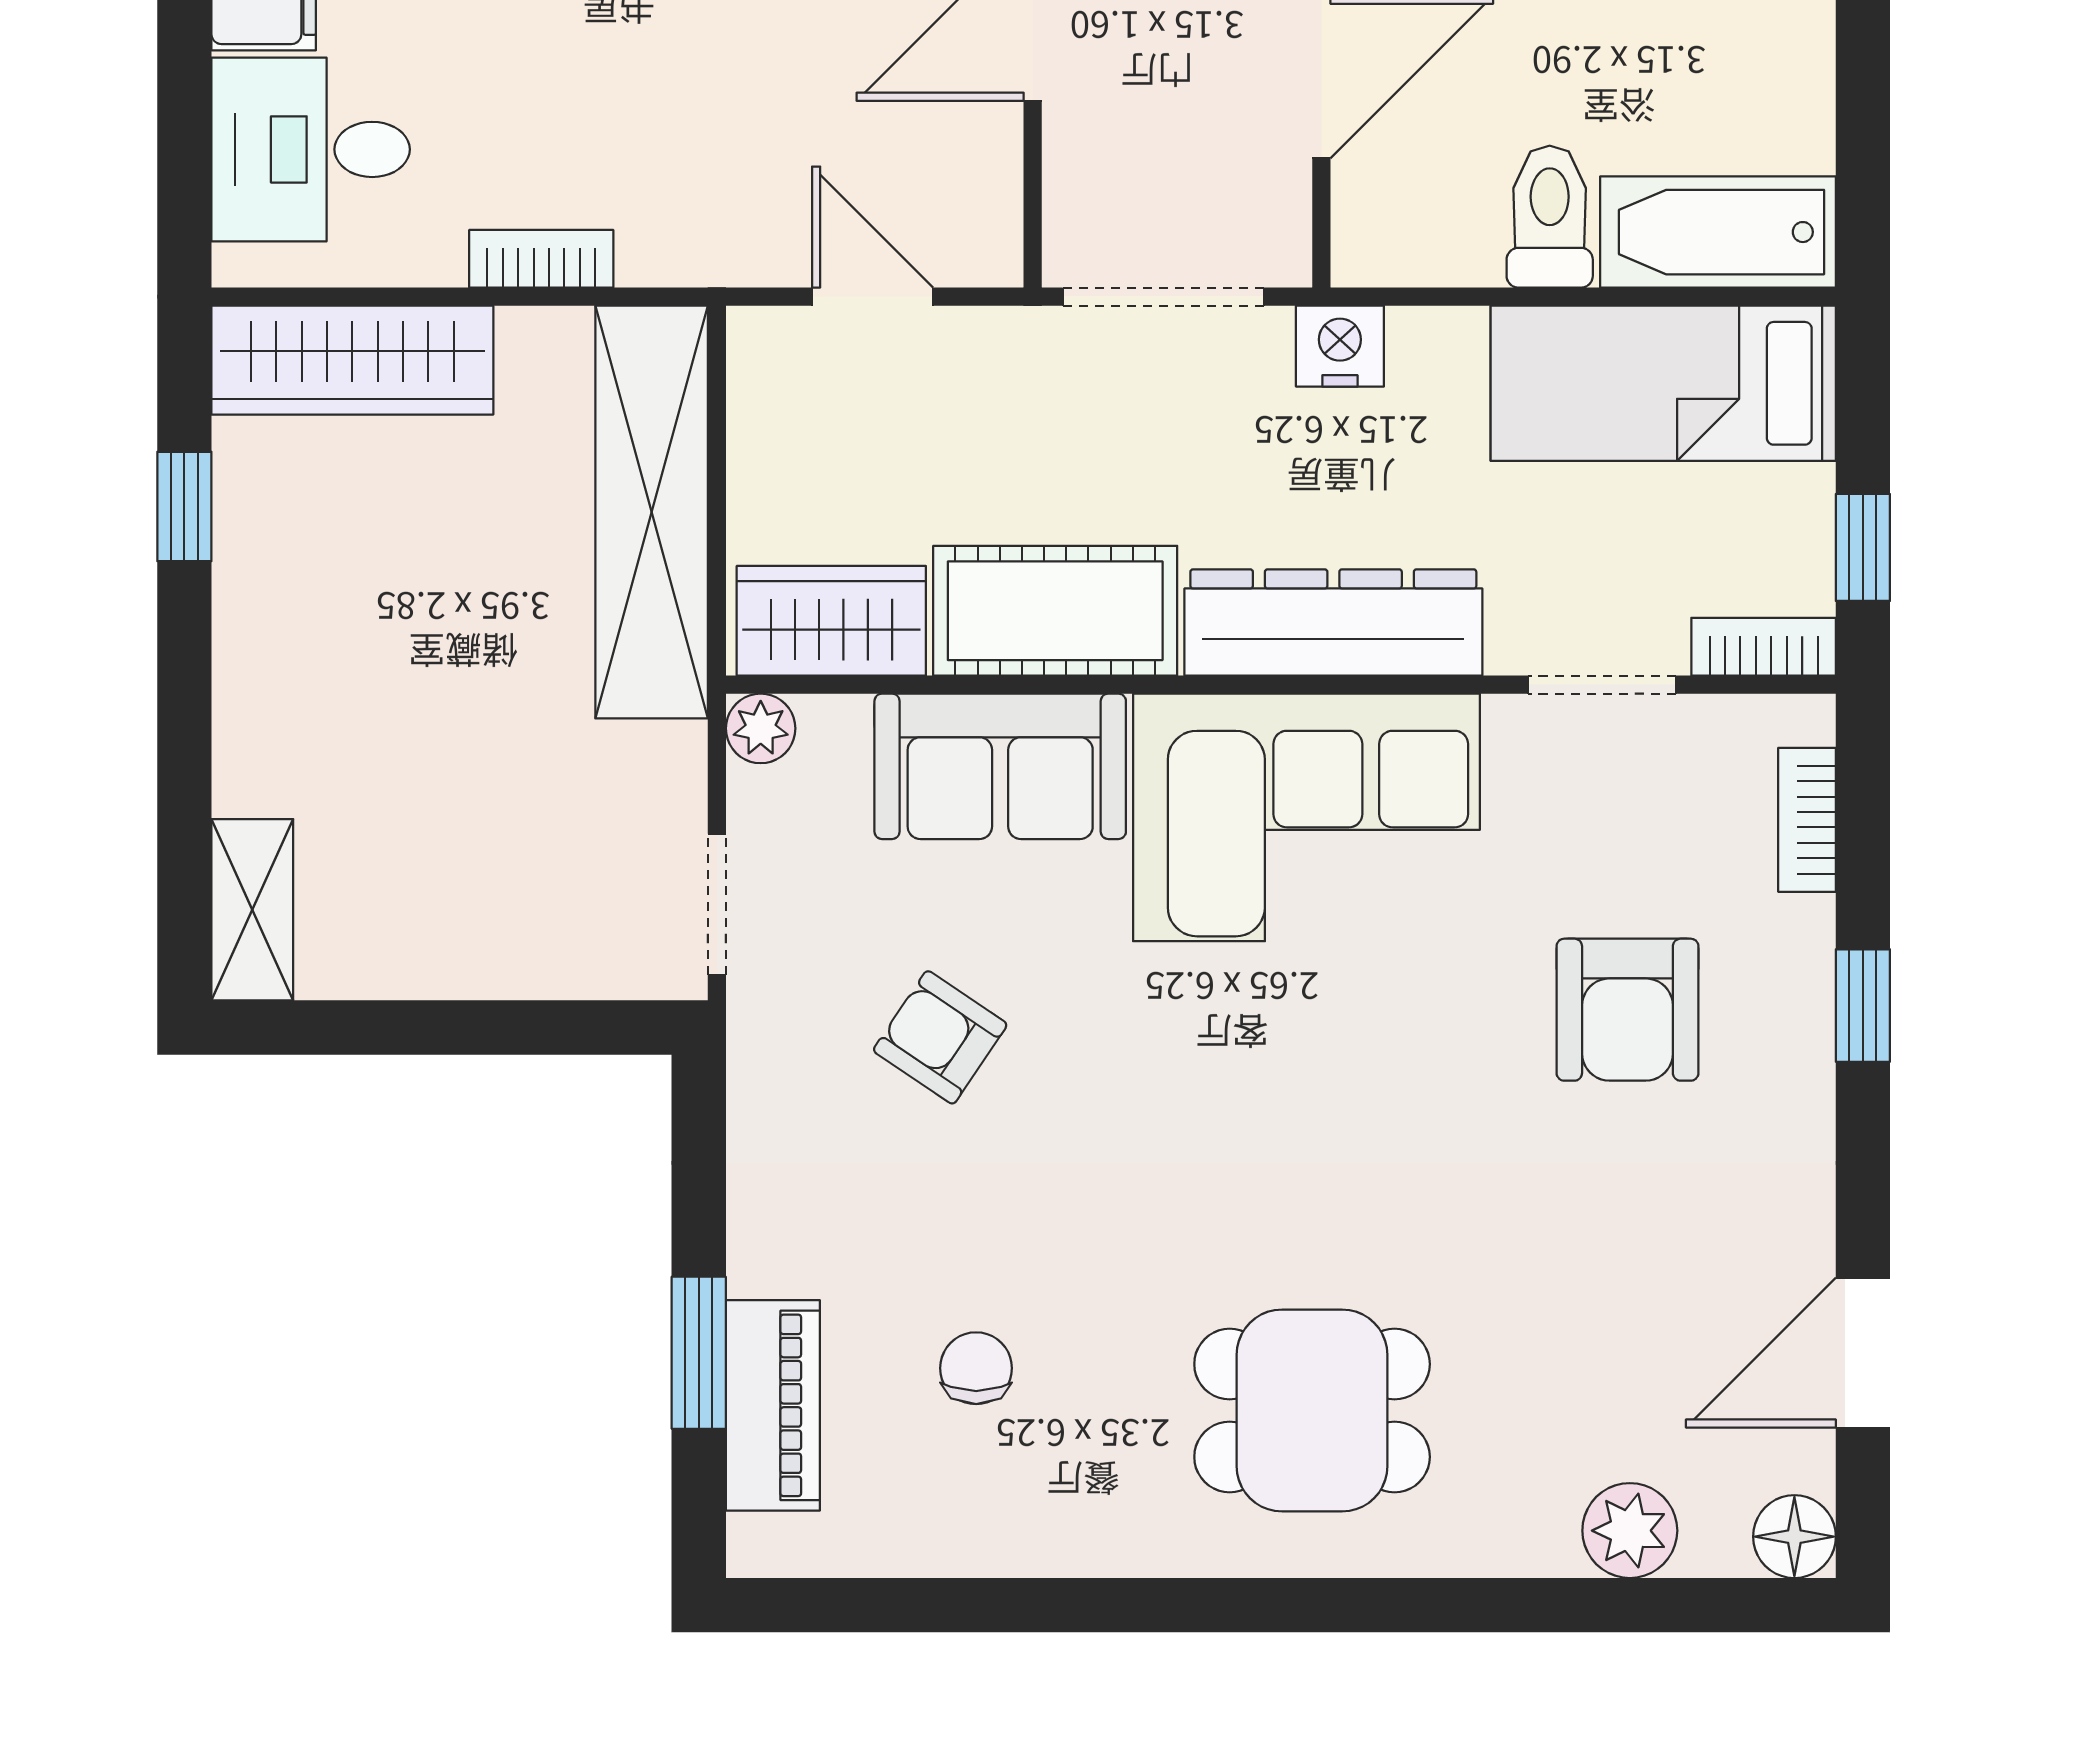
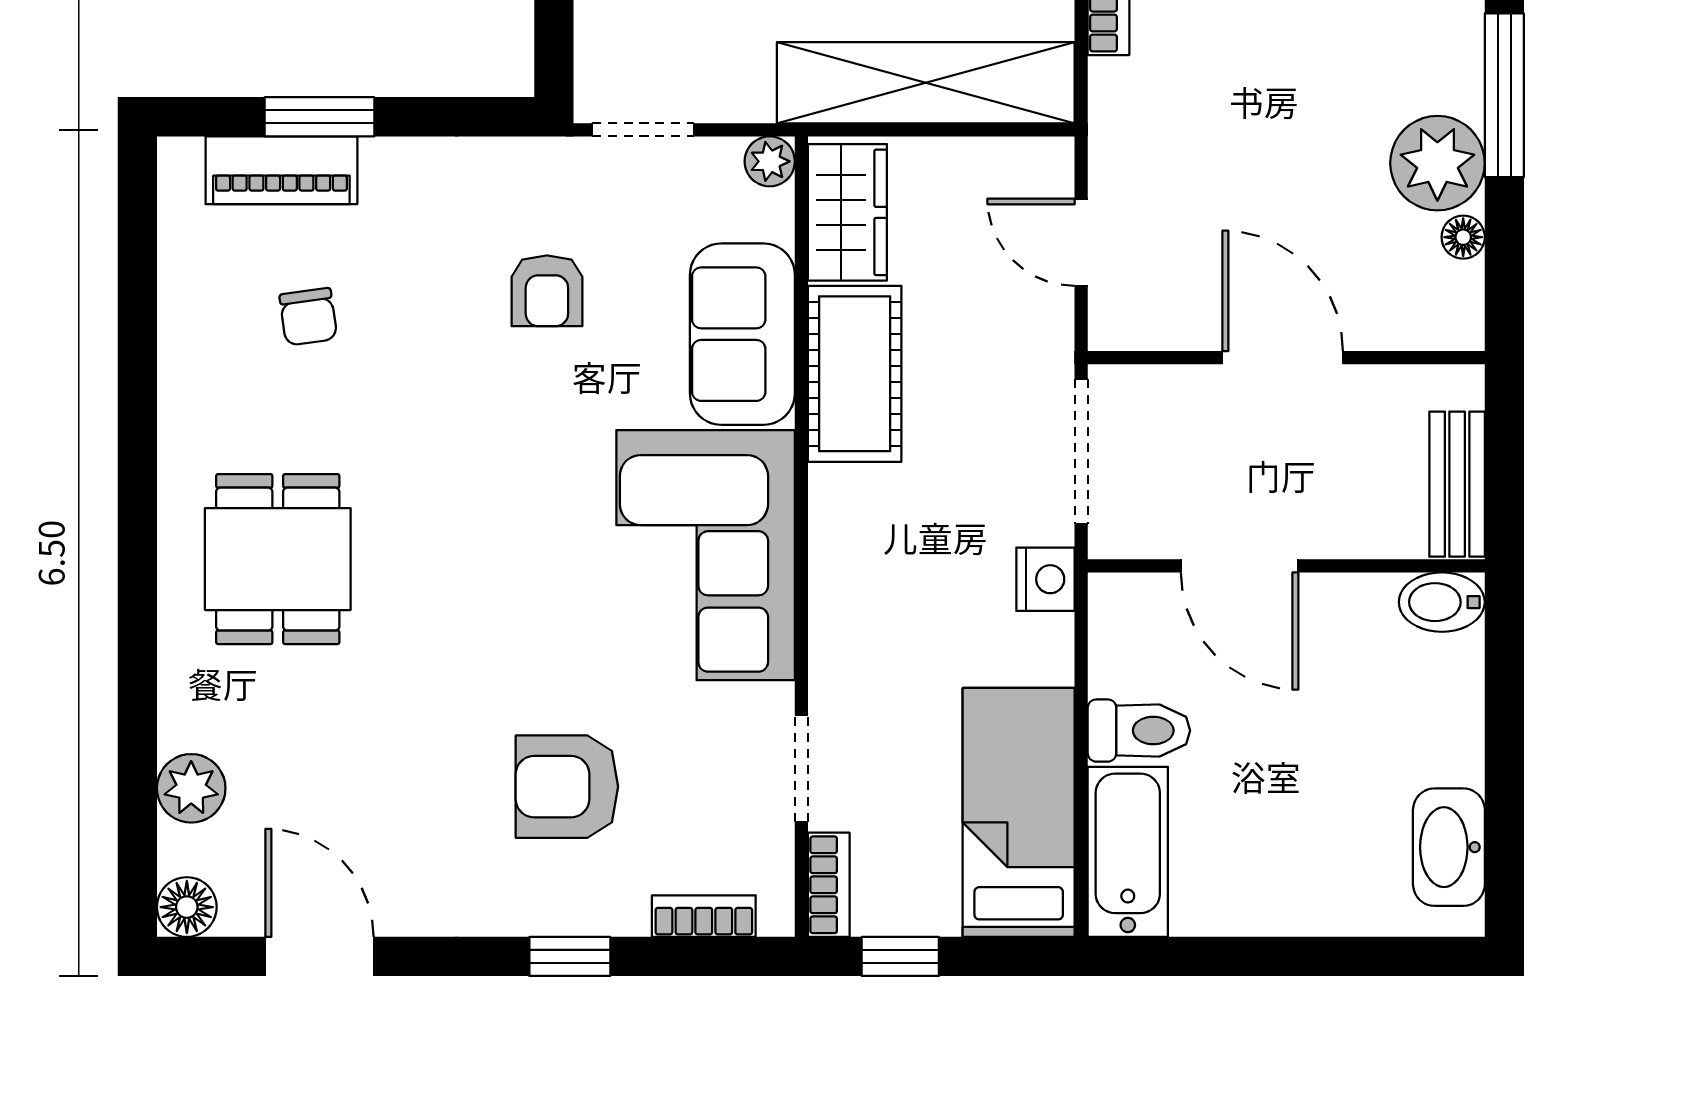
door: (873, 297) -> (1081, 242), swing flipped
dresser: (1333, 622) -> (846, 574), removed
armchair: (940, 1037) -> (547, 291), turned 146
chair: (976, 1368) -> (308, 317), turned 82

